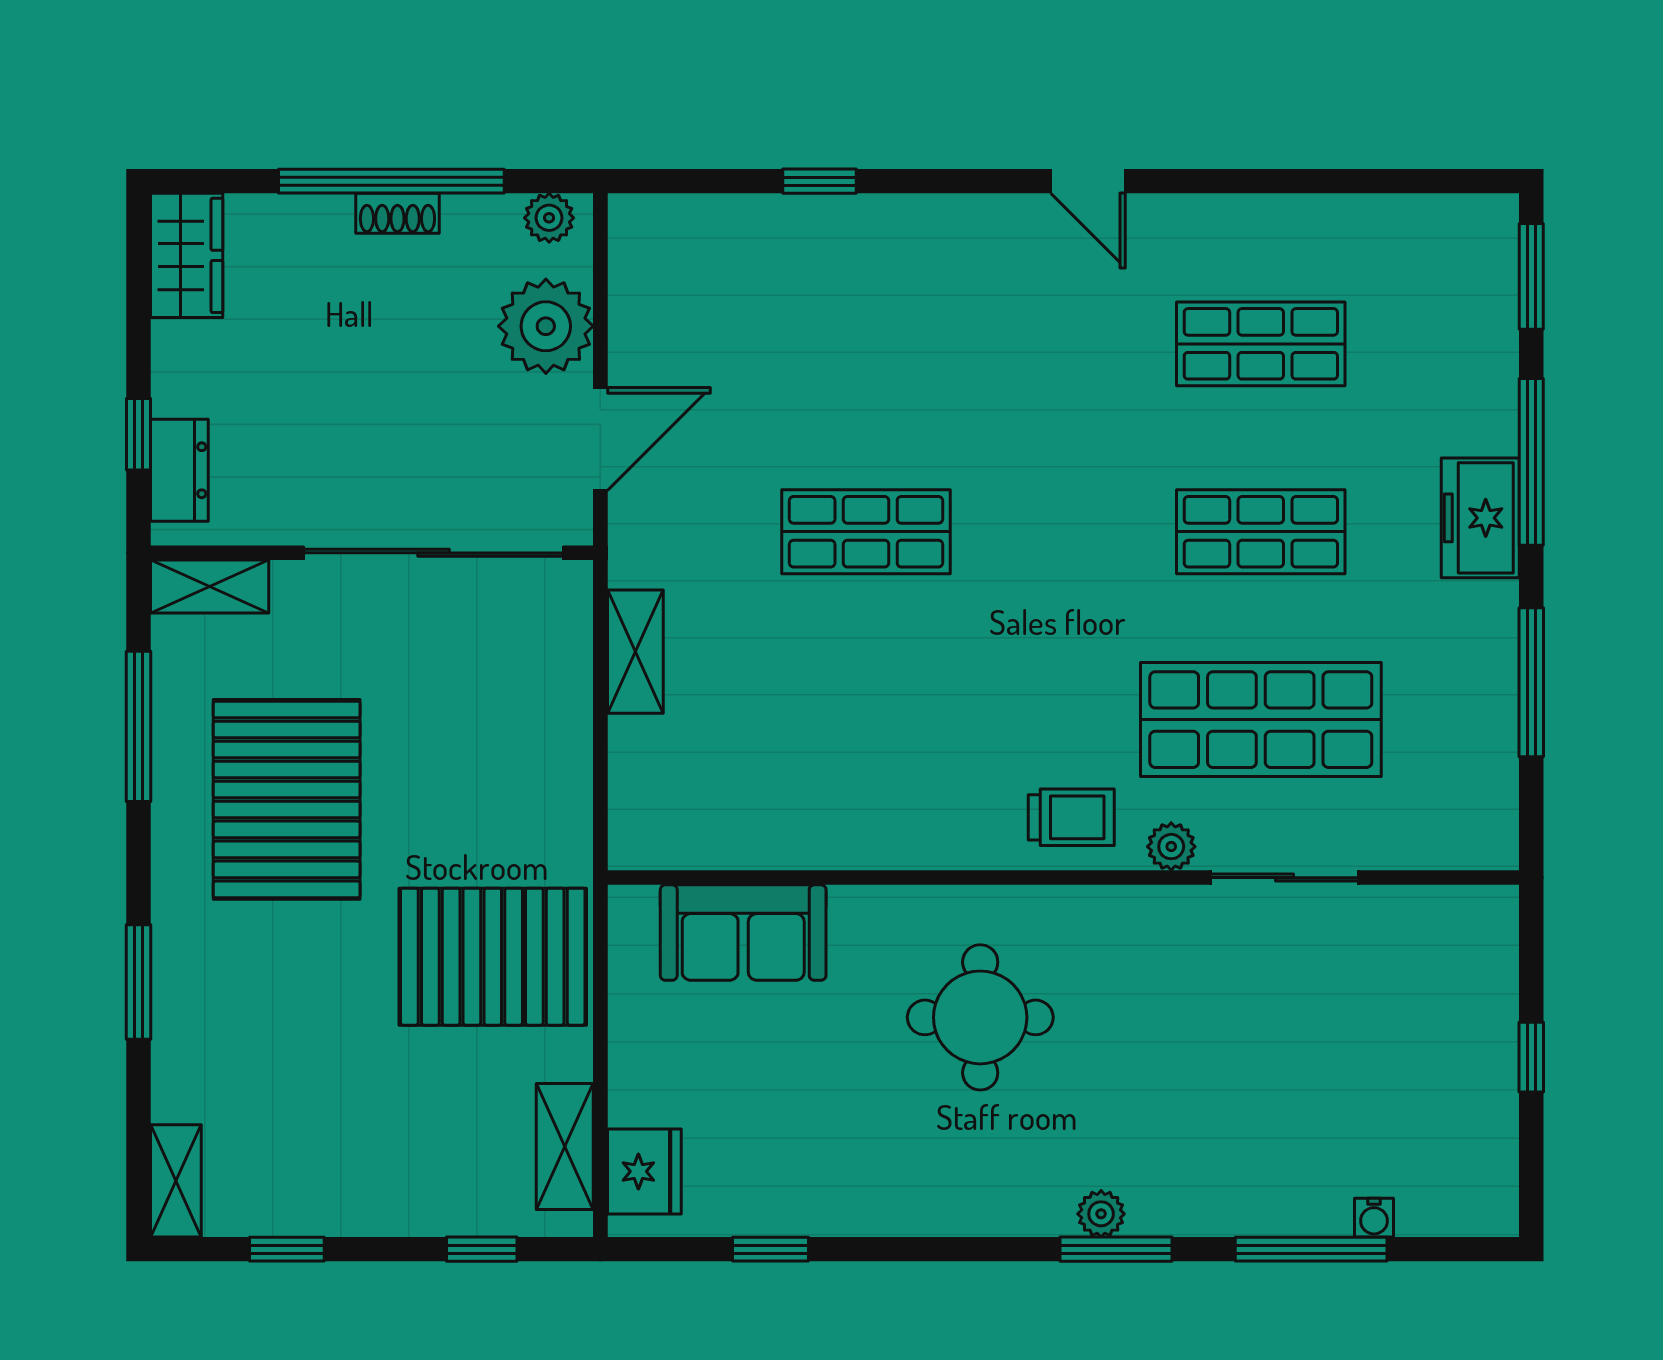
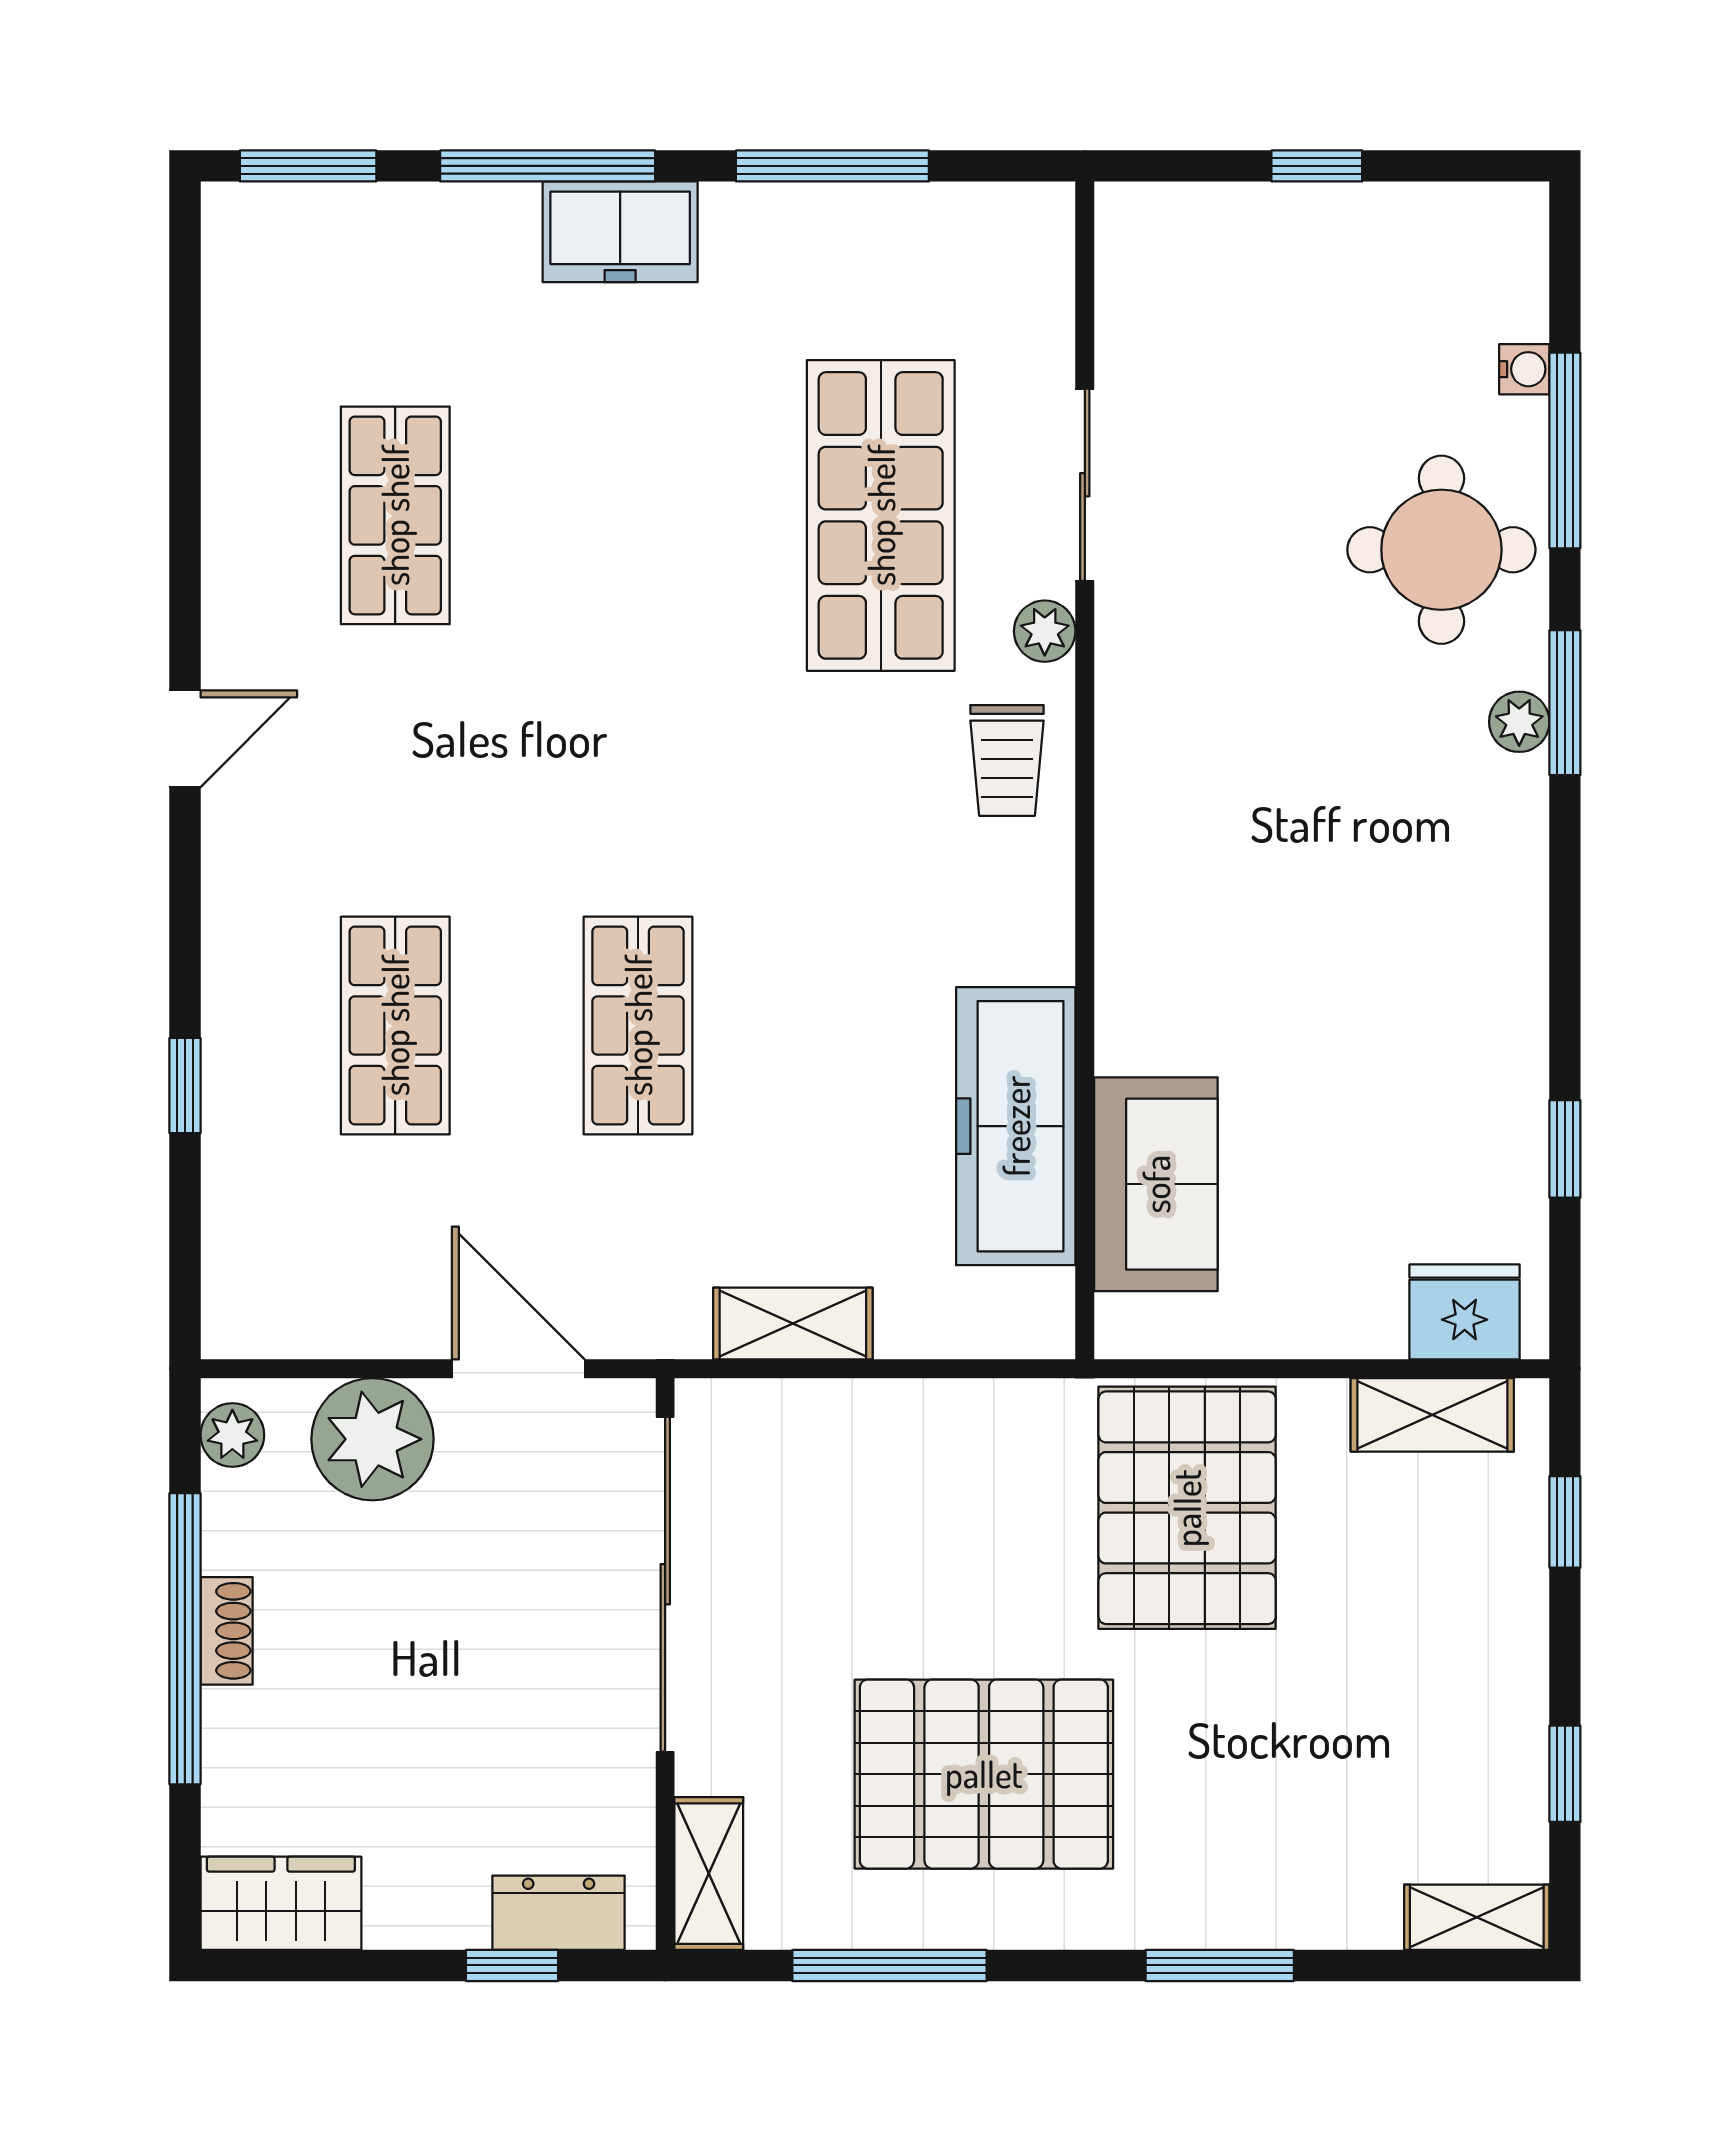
shop shelf: (1261, 532) -> (395, 1025), moved
trolley: (1071, 817) -> (1007, 760), turned 180
freezer: (788, 824) -> (1016, 1126), added
round table: (980, 1017) -> (1441, 550), moved

